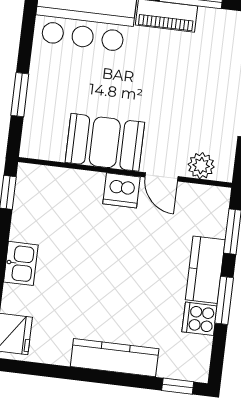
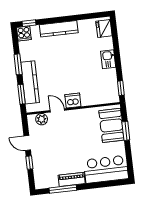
booth: (105, 142) -> (111, 125), moved, turned 90
kitchen counter: (205, 270) -> (30, 82), width x1.50
cooker: (199, 319) -> (24, 33), moved, turned 90

